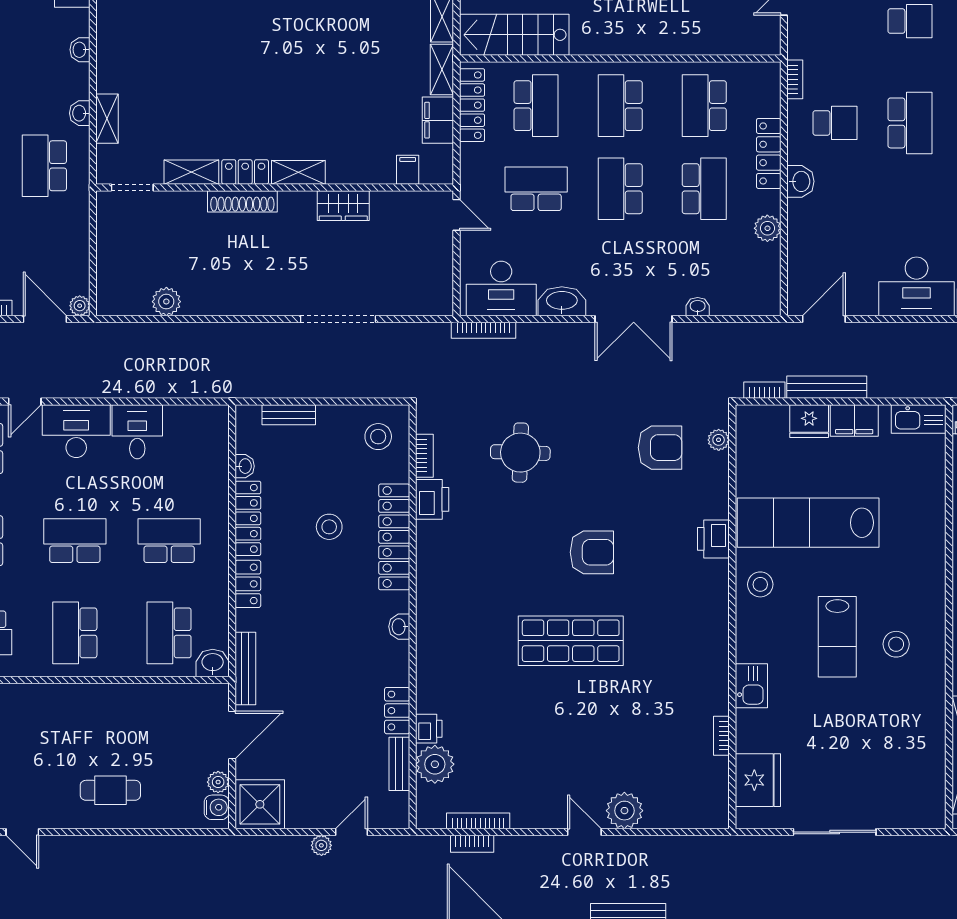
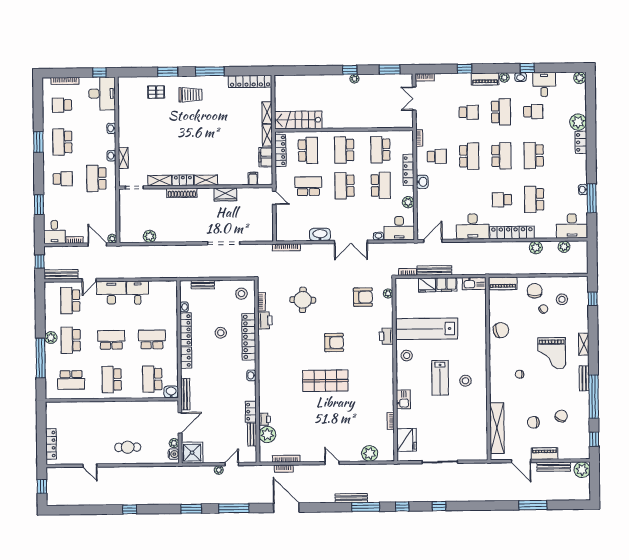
desk: (501, 288) -> (399, 228), moved
plant: (624, 811) -> (370, 453), moved

